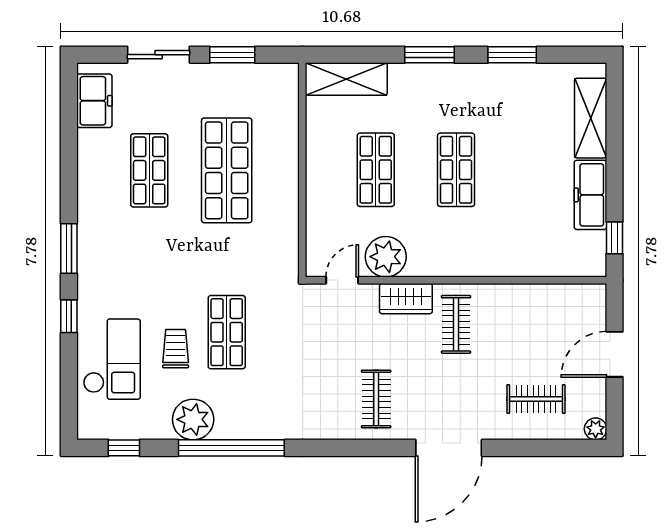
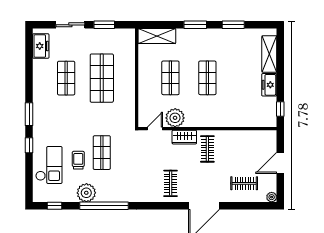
freezer: (590, 195) -> (269, 85), width x0.71

